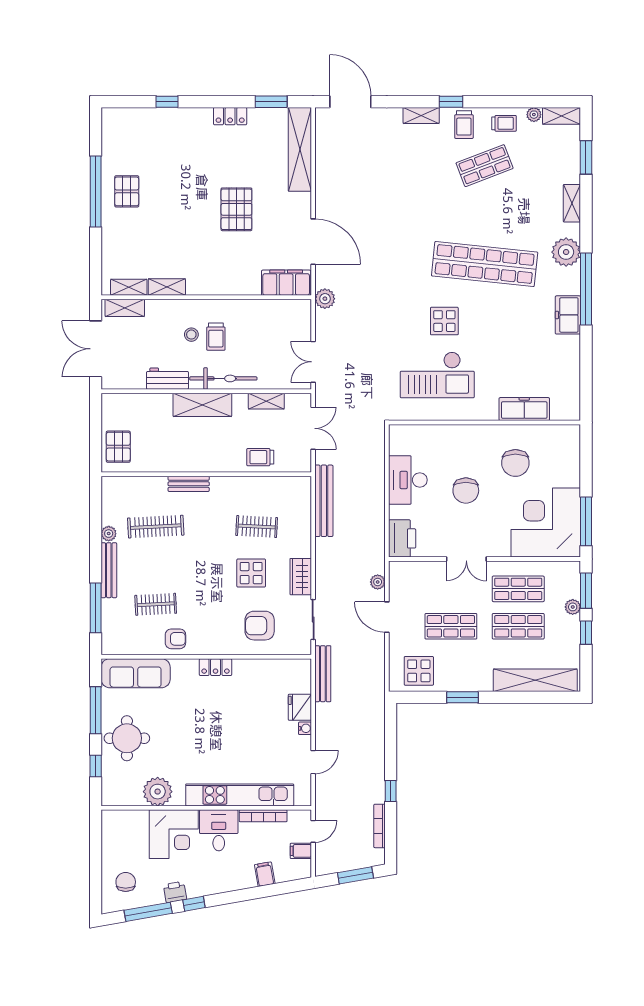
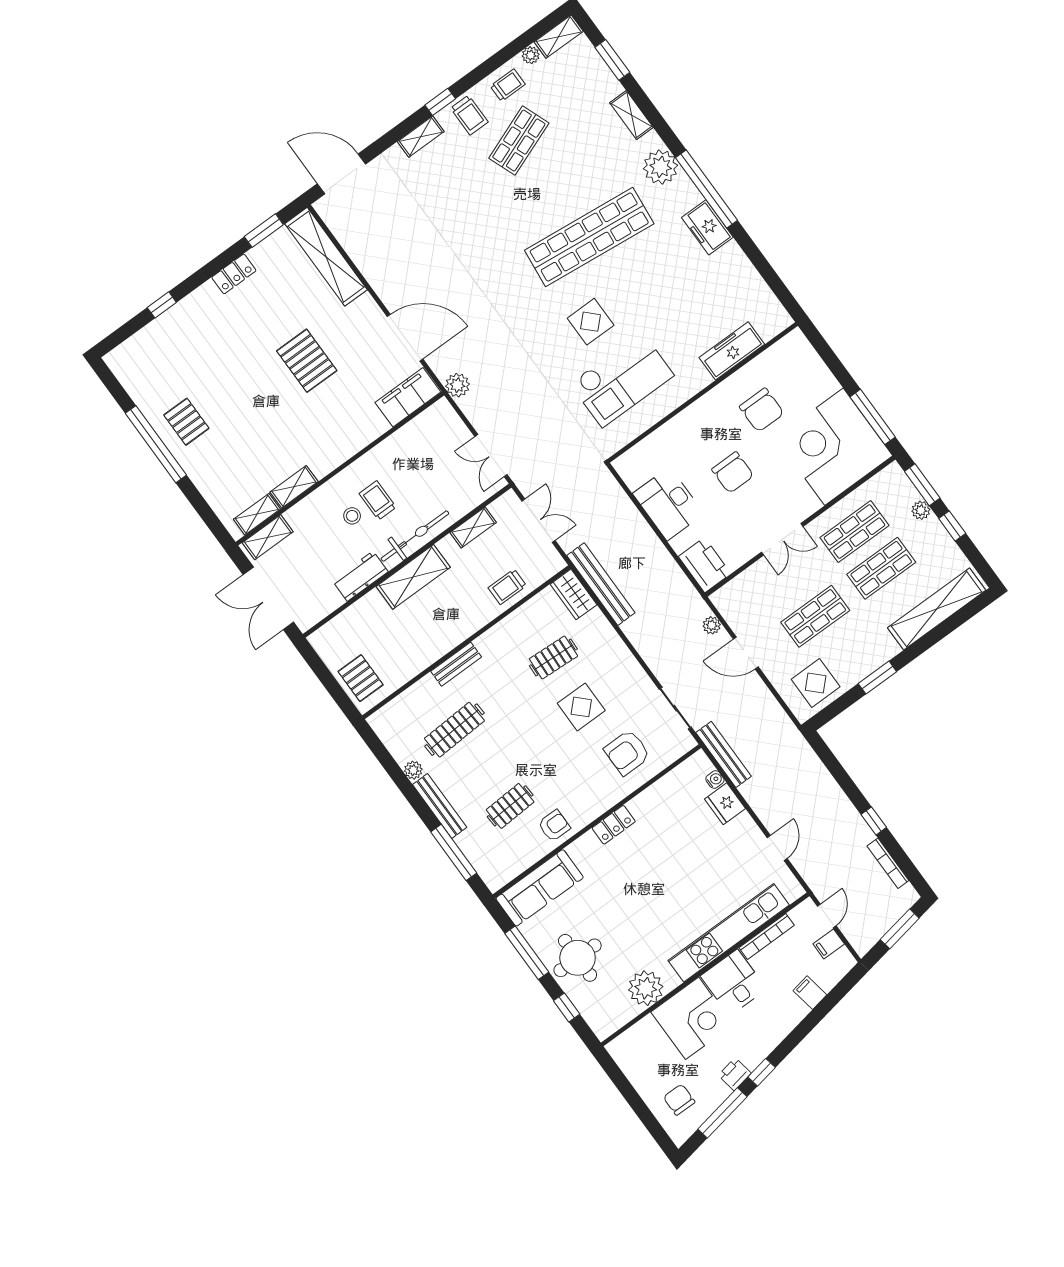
trolley: (216, 337) -> (378, 500), turned 180
wardrobe: (301, 577) -> (574, 594), moved
water cooler: (305, 728) -> (715, 779), moved

